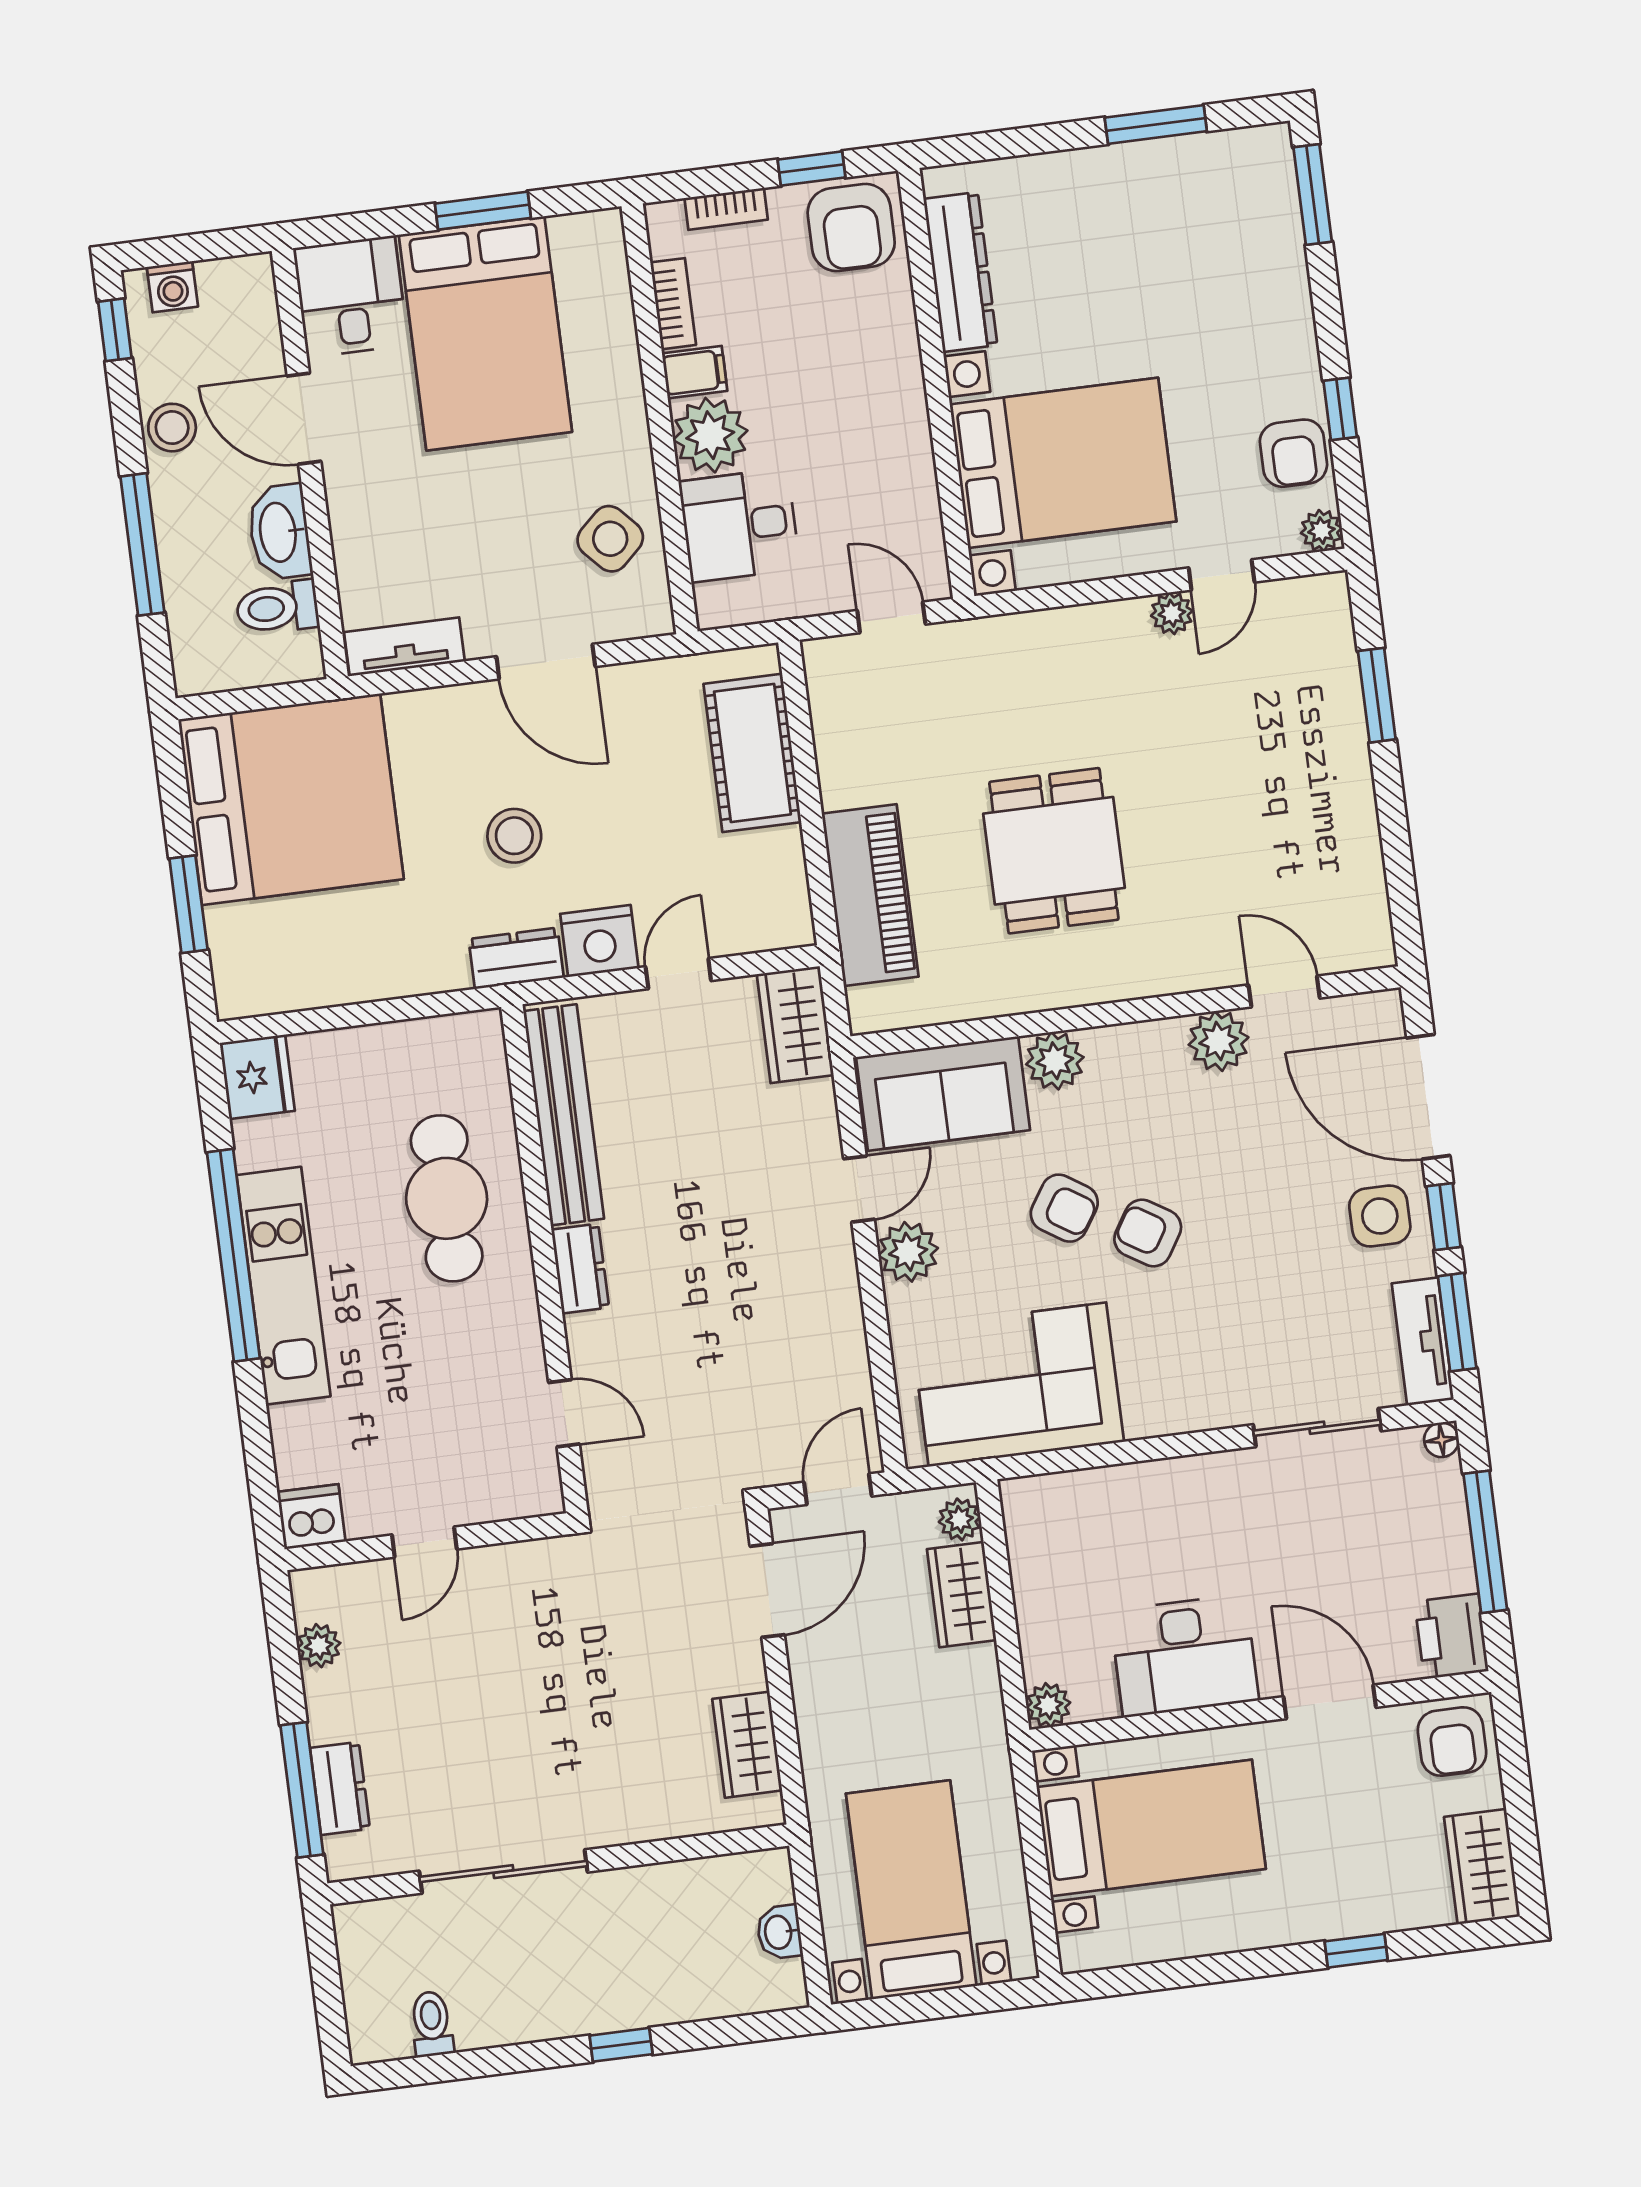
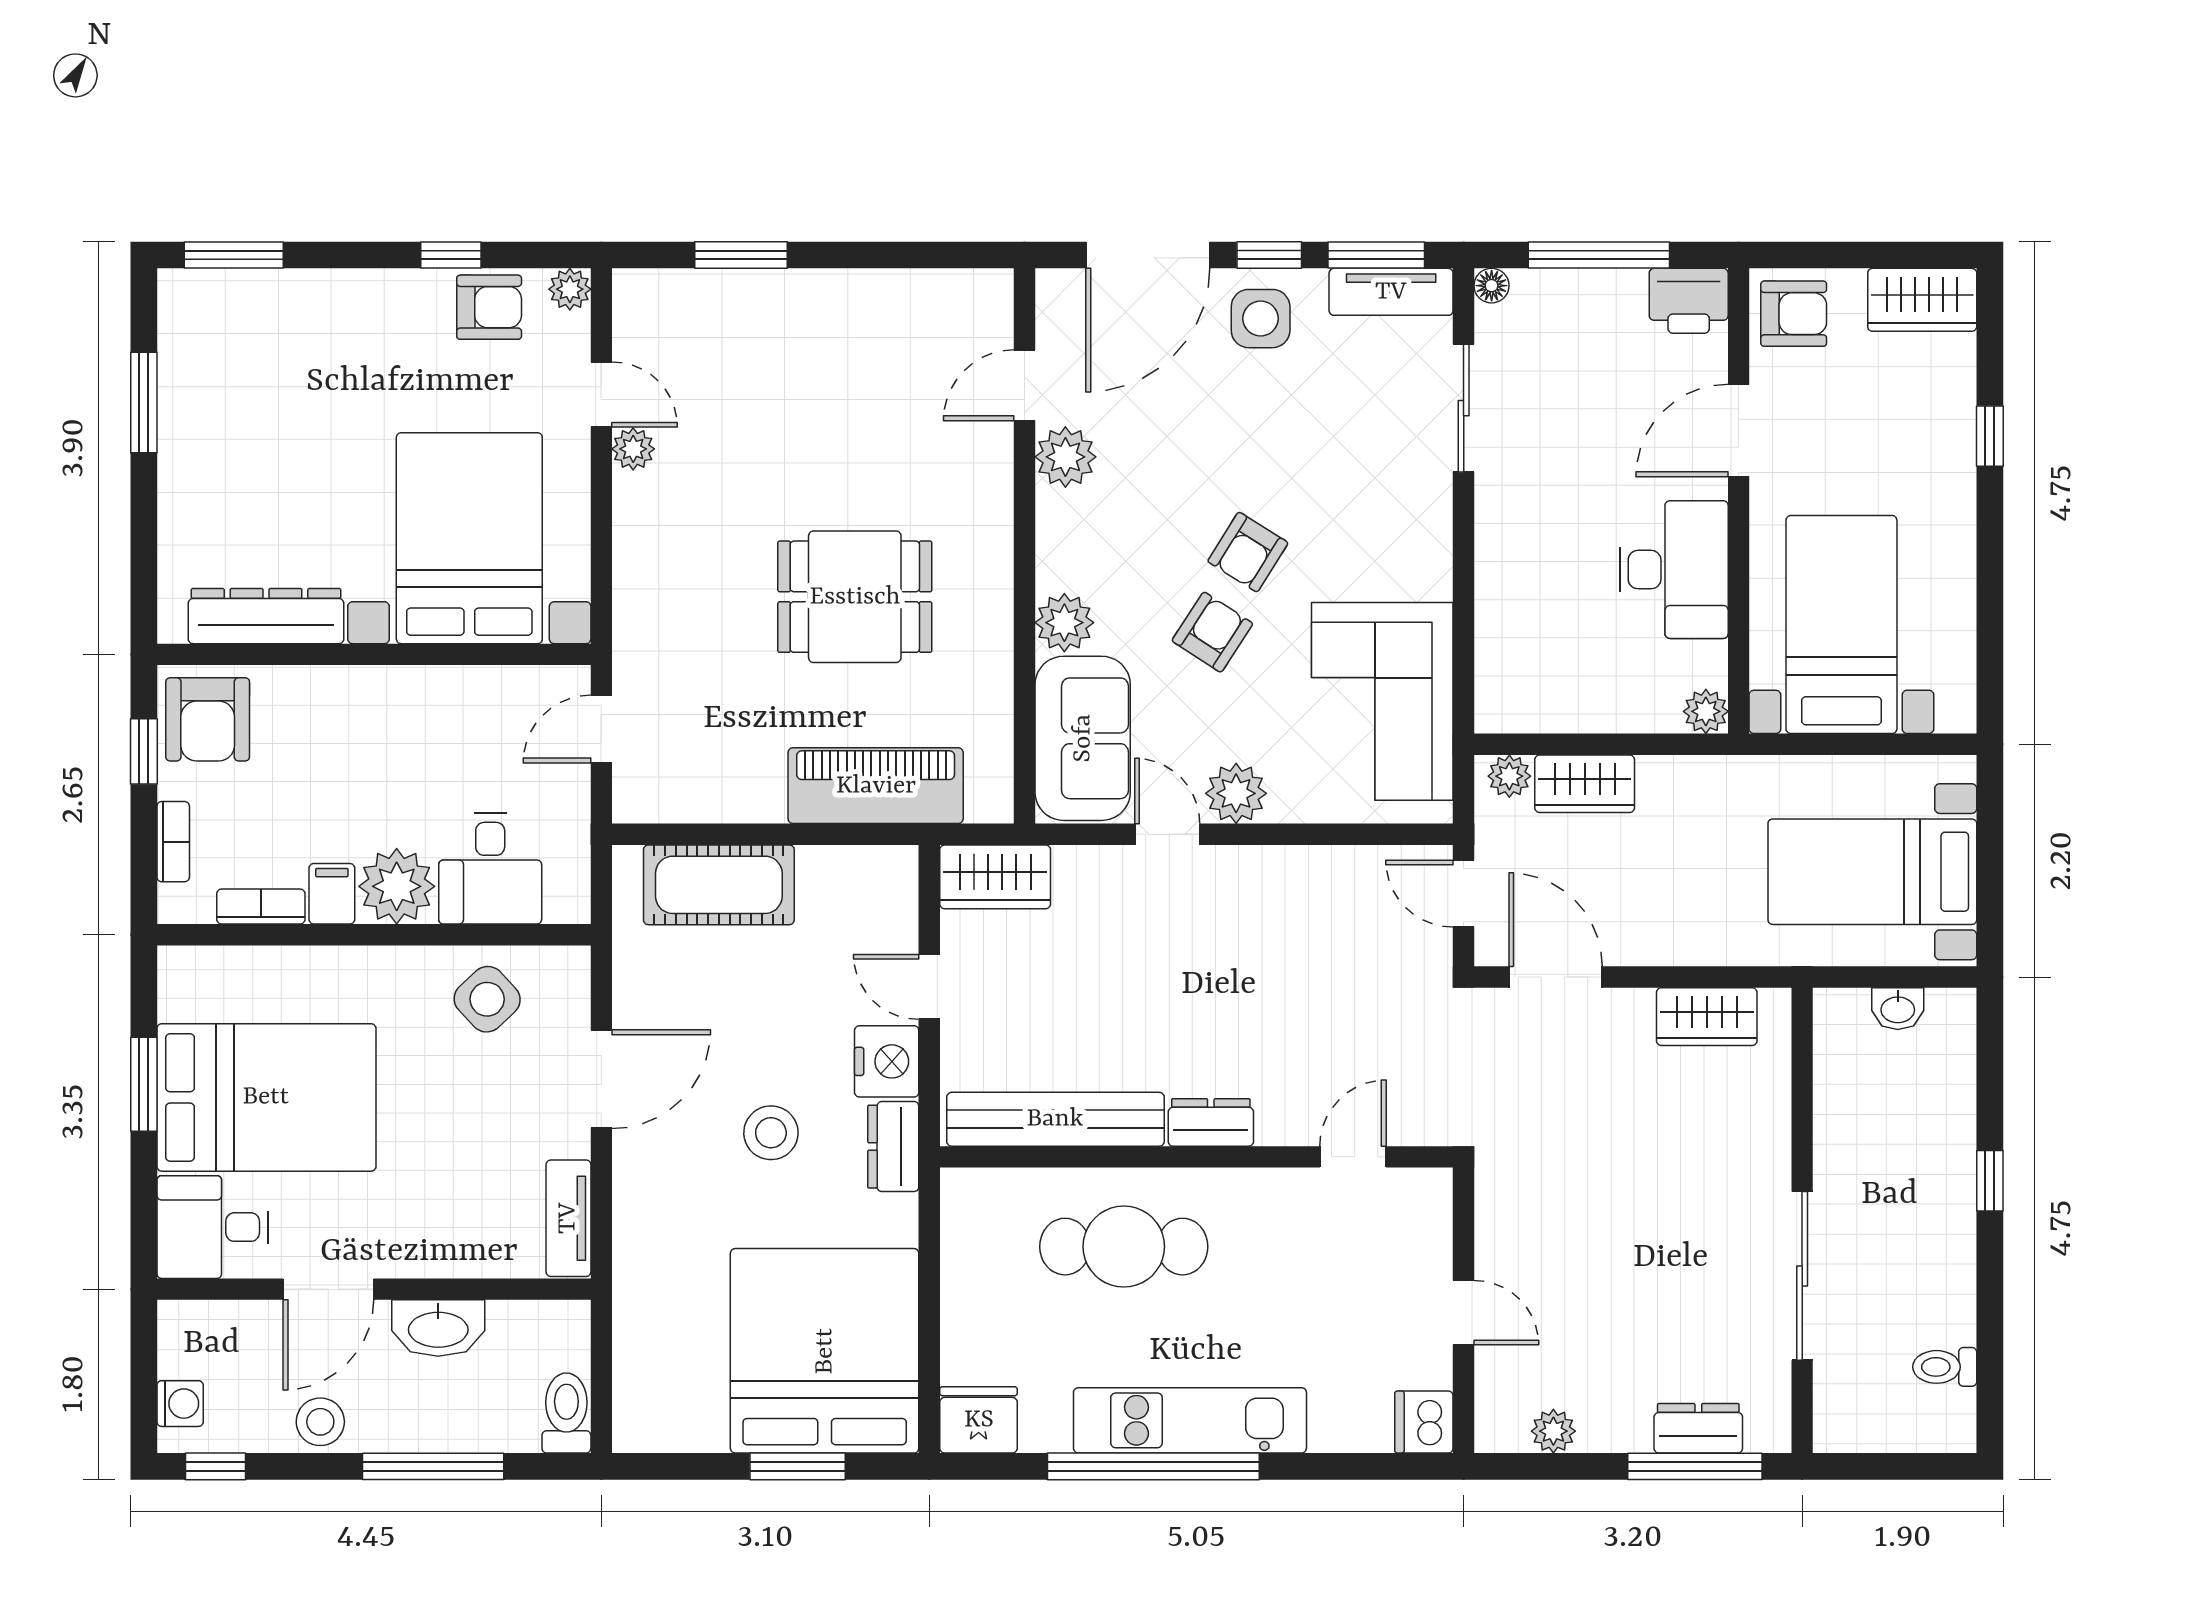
armchair: (851, 228) -> (208, 719), turned 90
toilet: (277, 608) -> (566, 1413), moved, turned 180
bed: (291, 799) -> (825, 1351), moved

